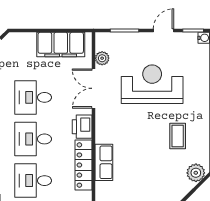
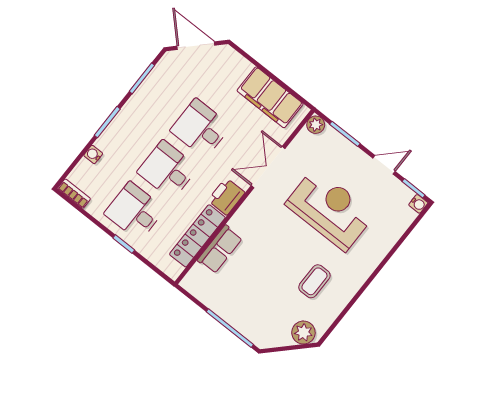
plant: (102, 58) -> (316, 125), moved

